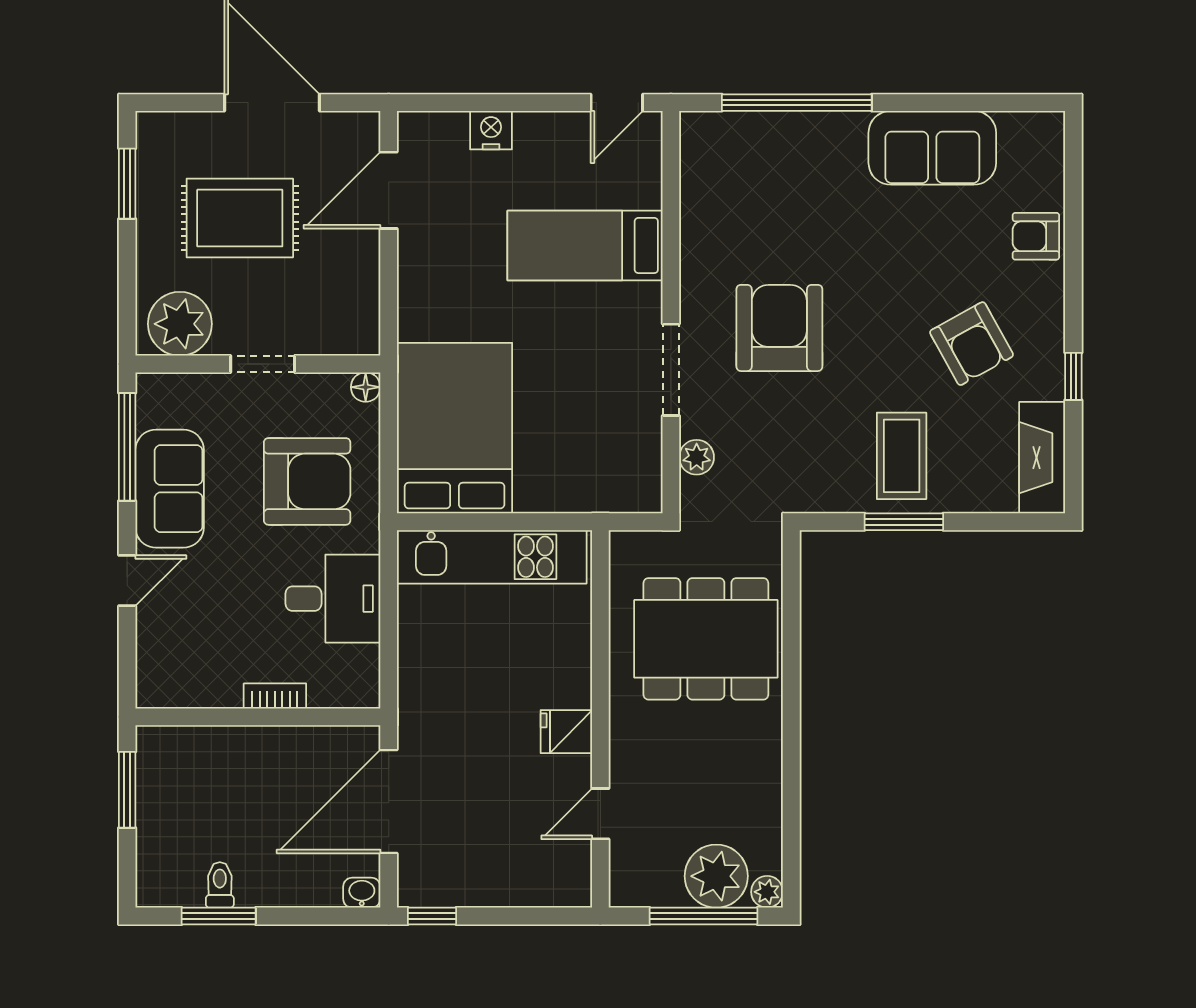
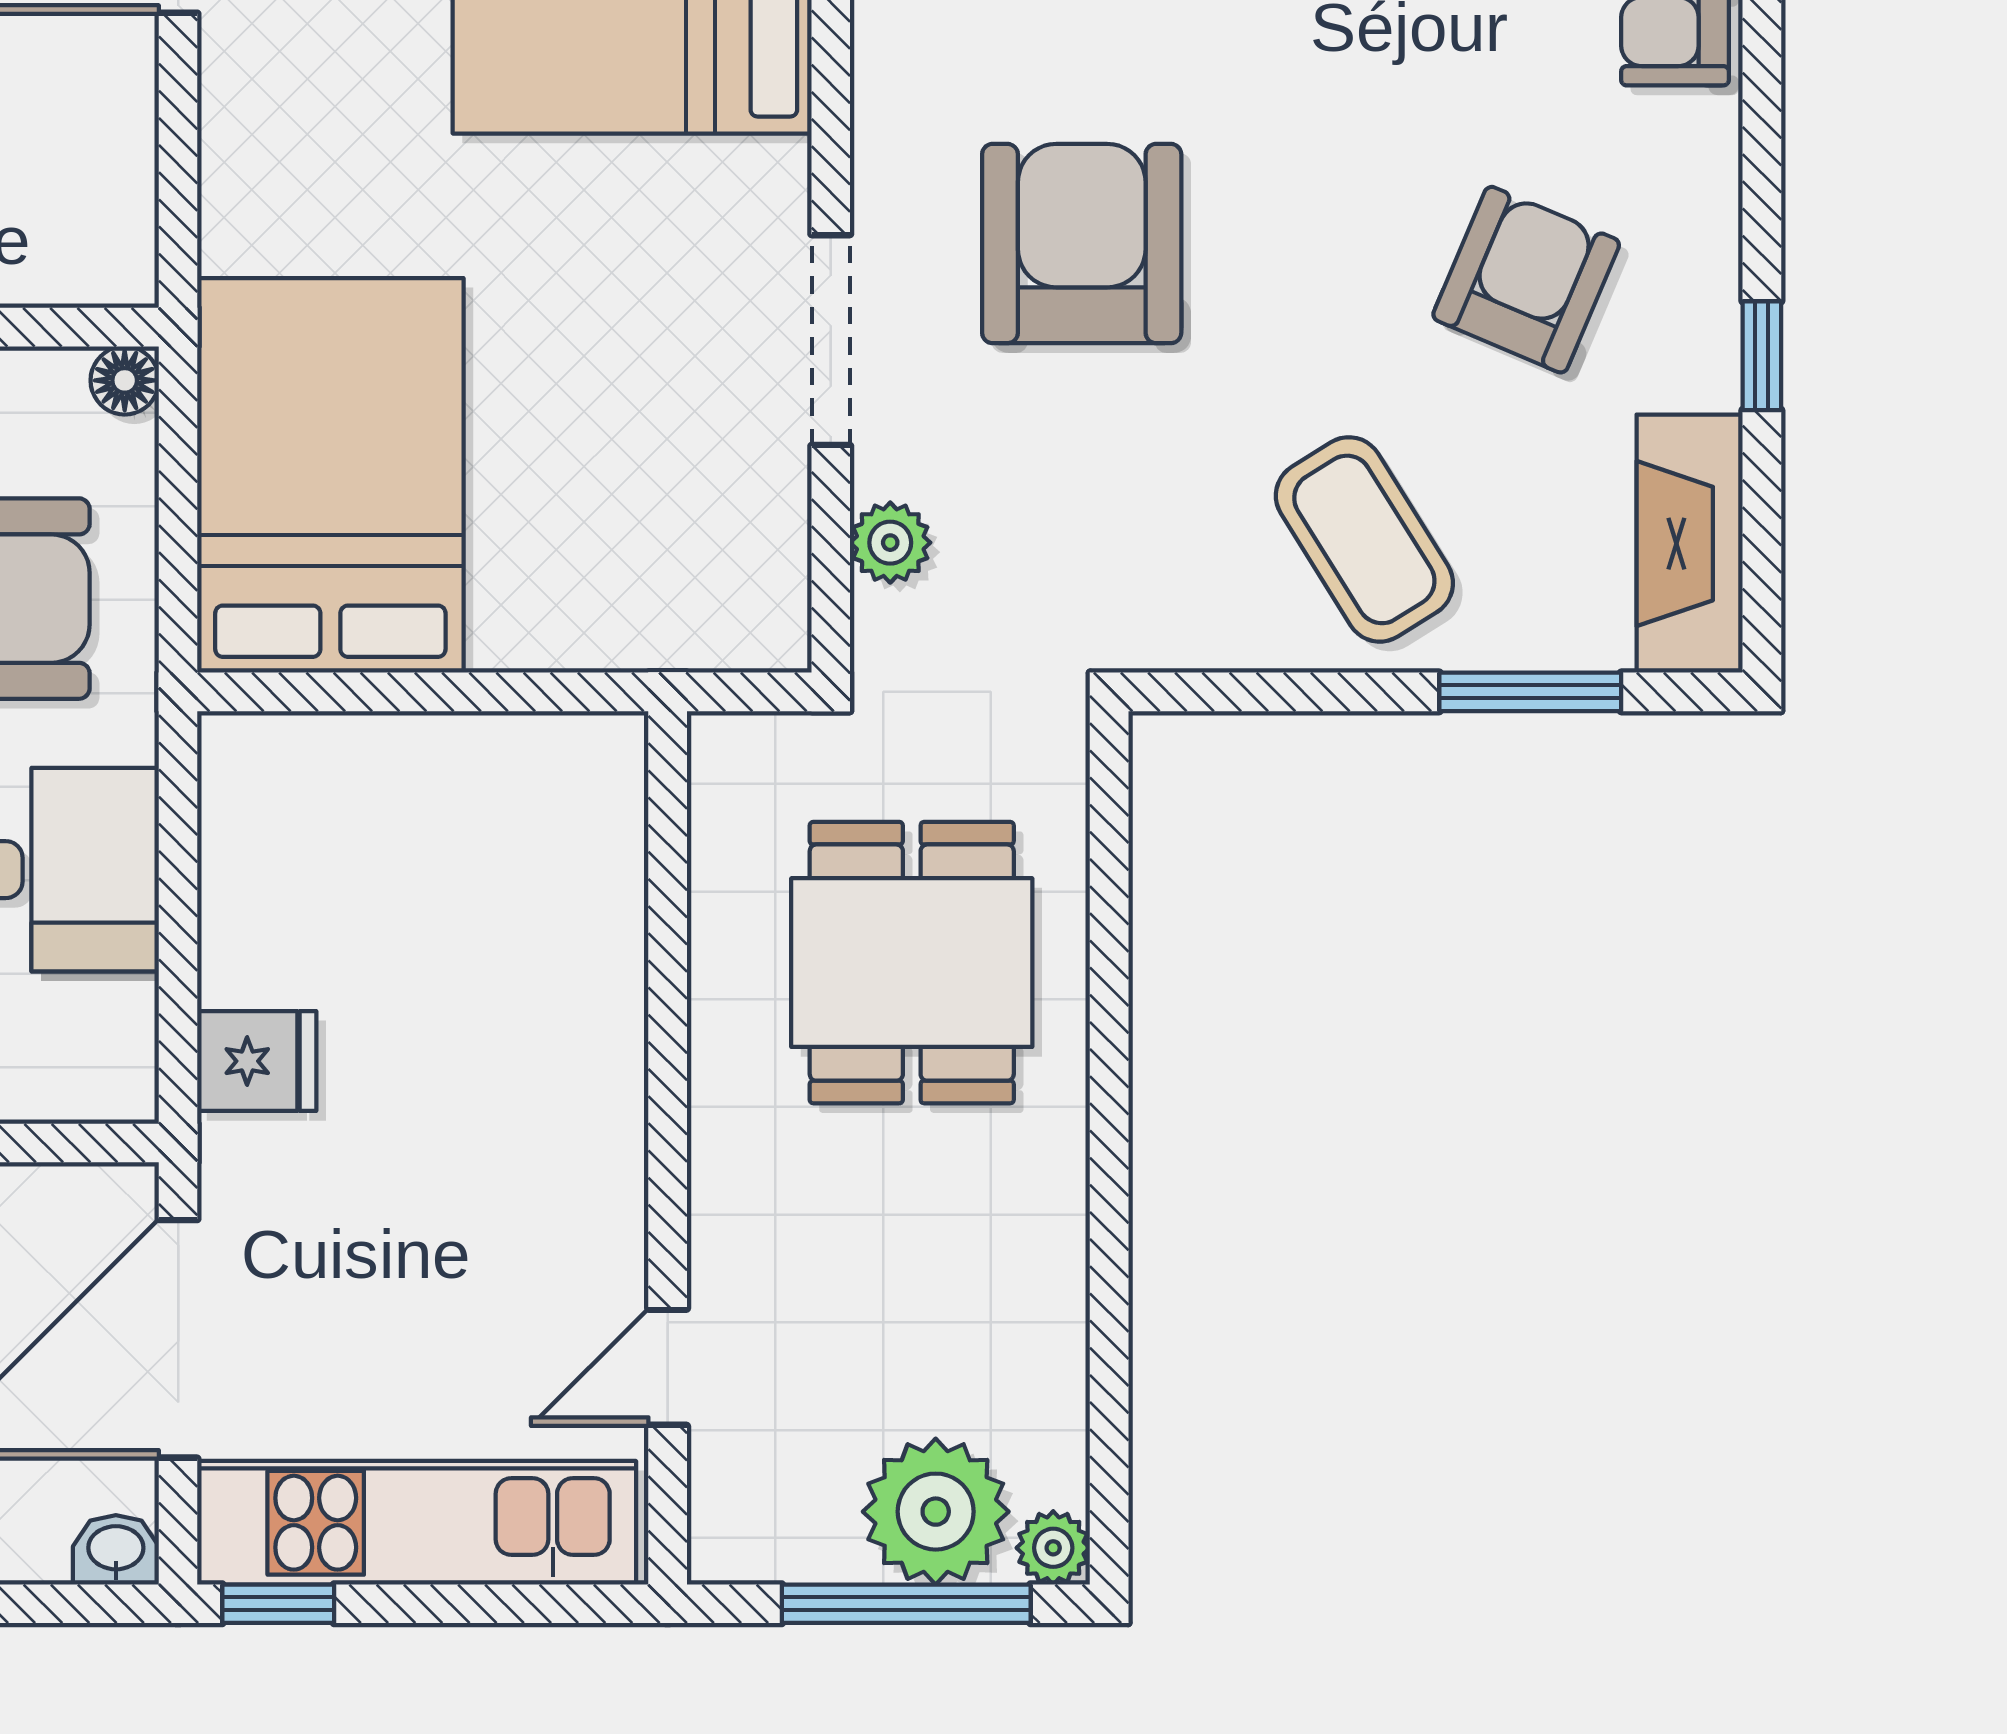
armchair: (972, 344) -> (1526, 280), turned -128
coffee table: (902, 456) -> (1364, 539), turned -32
window: (904, 522) -> (1530, 692), moved
kitchen unit: (492, 557) -> (417, 1523), moved, turned 180
dining table: (706, 639) -> (912, 963), width x0.73
fridge: (566, 732) -> (257, 1061), moved, turned 180

